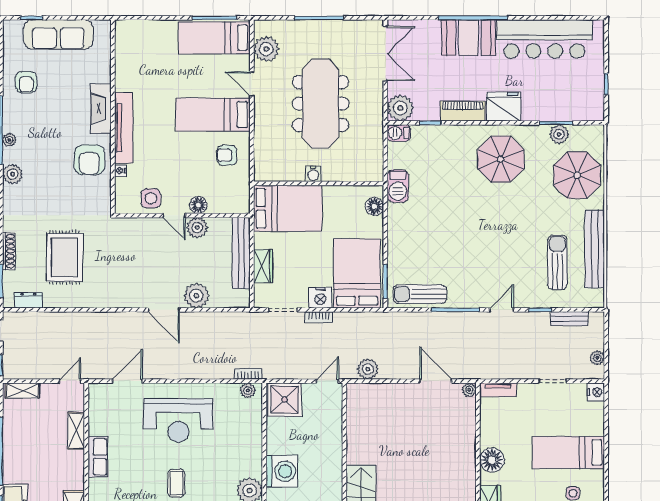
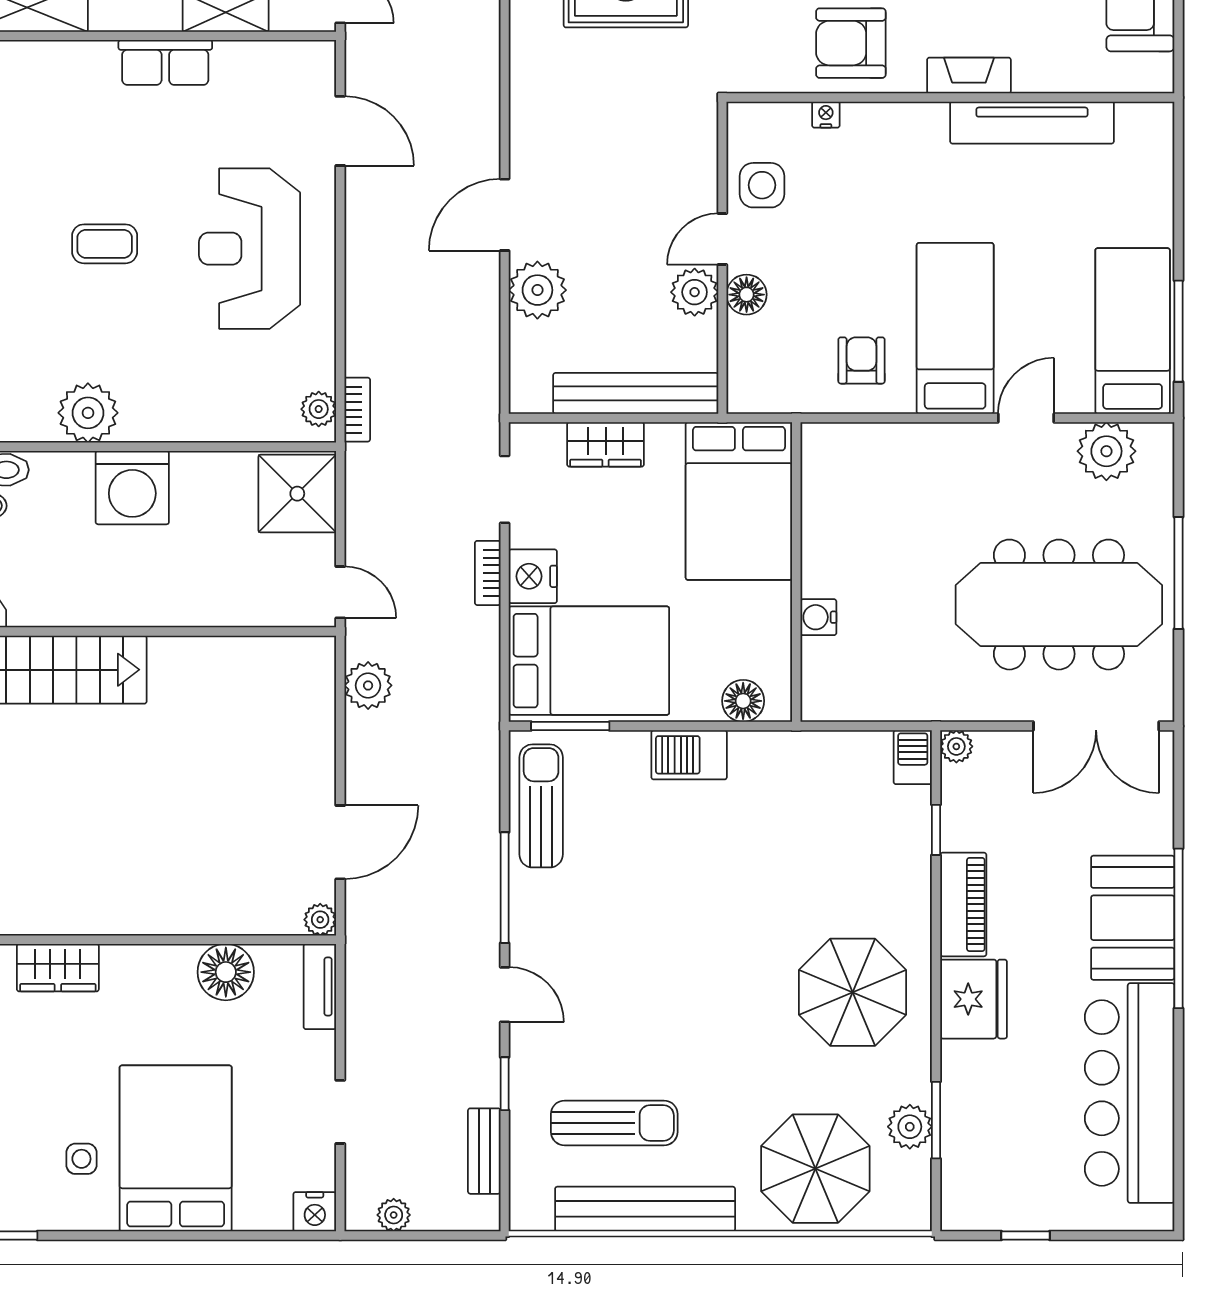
meeting table: (321, 104) -> (1059, 605), moved
plant: (400, 108) -> (956, 746), width x0.53, depth x0.53
fireplace: (101, 109) -> (969, 76), width x0.73, depth x0.76
tv unit: (124, 128) -> (1032, 123), moved
water cooler: (313, 174) -> (818, 617), moved
barbecue: (398, 186) -> (689, 755), moved
bed: (568, 452) -> (176, 1148), width x1.50
floor lamp: (492, 460) -> (226, 972), moved

